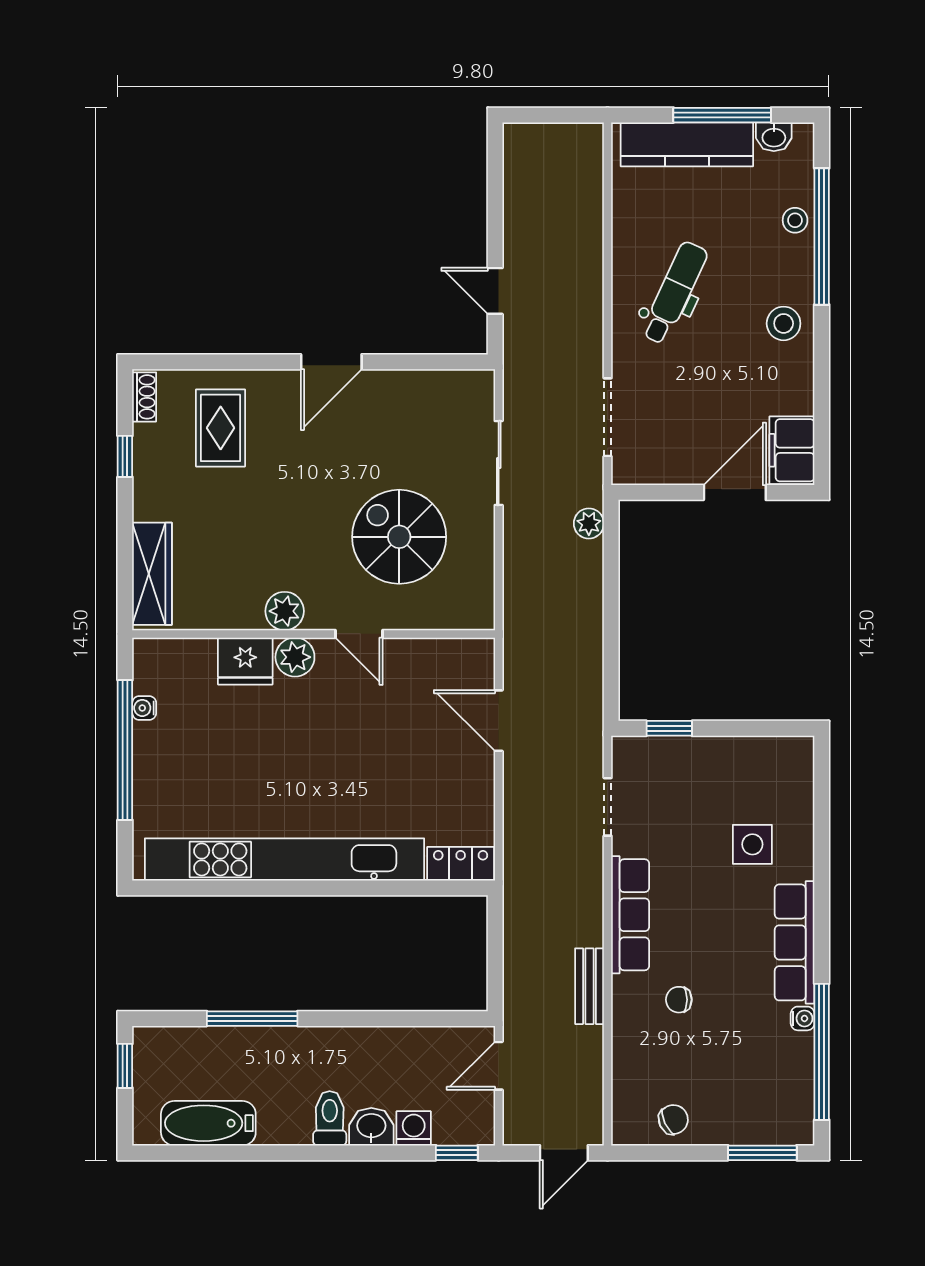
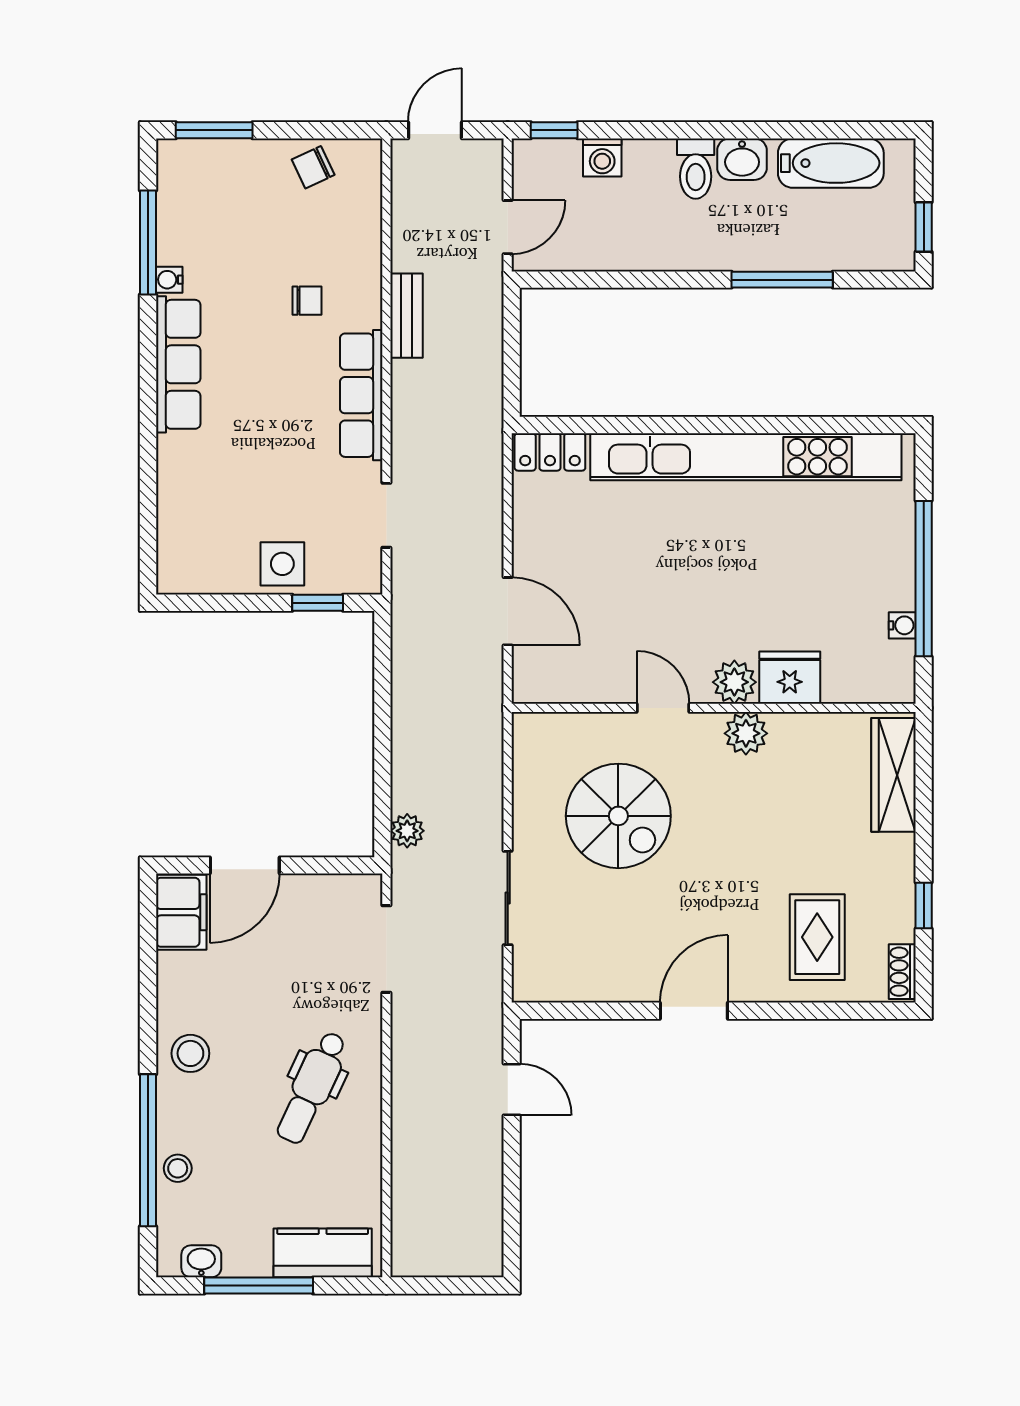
kitchen counter: (687, 144) -> (323, 1253), width x0.67
side table: (752, 844) -> (282, 564), moved
window: (822, 1052) -> (148, 243), width x0.68
washbasin: (371, 1127) -> (742, 159), moved

